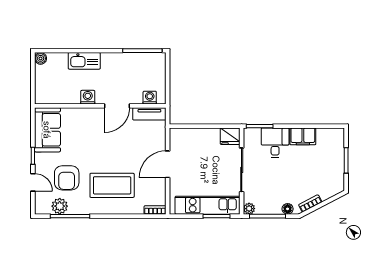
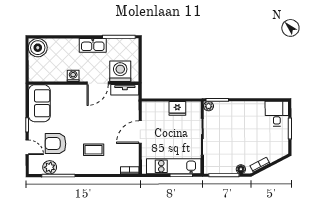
boiler: (41, 58) -> (38, 48), width x1.86, depth x1.86
kitchen sink: (84, 61) -> (93, 45), moved
washing machine: (150, 98) -> (120, 71), width x1.89, depth x1.89
fridge: (230, 136) -> (177, 108), moved
filing cabinet: (303, 136) -> (254, 108), removed
desk: (275, 143) -> (277, 114), moved
armchair: (67, 178) -> (56, 144), turned 90
coffee table: (112, 185) -> (94, 150), width x0.54, depth x0.58
plant: (249, 209) -> (209, 106), moved

